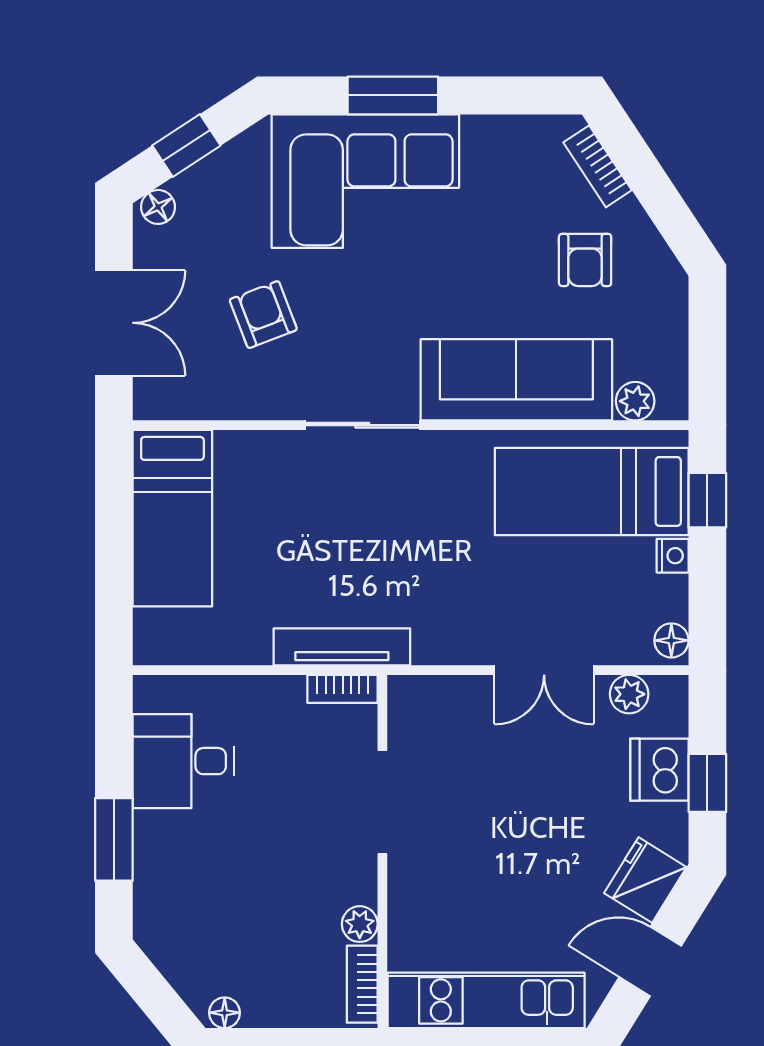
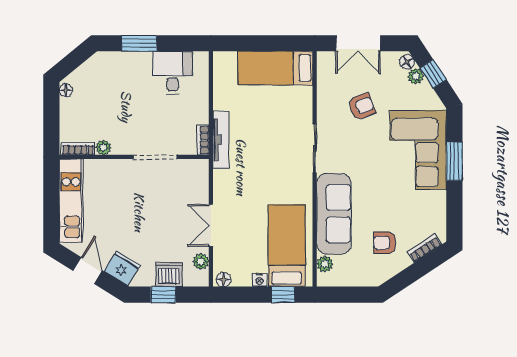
plant: (192, 187) -> (416, 76), added

